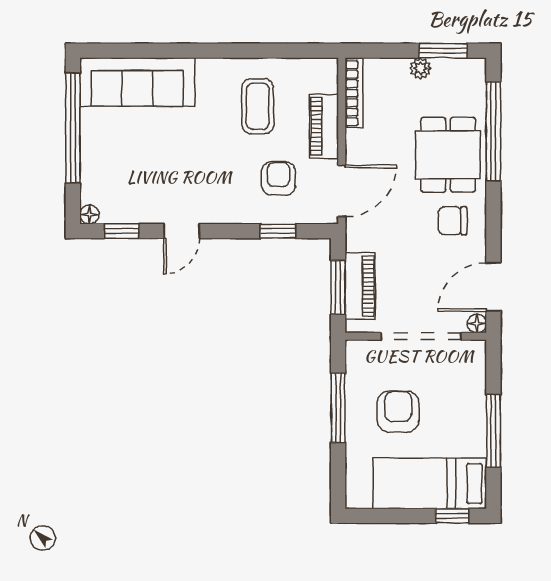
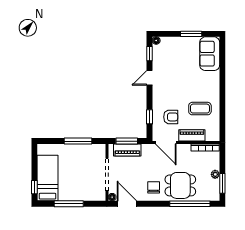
sofa: (137, 82) -> (210, 54), width x0.73
window: (73, 128) -> (191, 34), width x0.47
door: (182, 231) -> (149, 78), hinge flipped
armchair: (398, 412) -> (77, 165), removed

